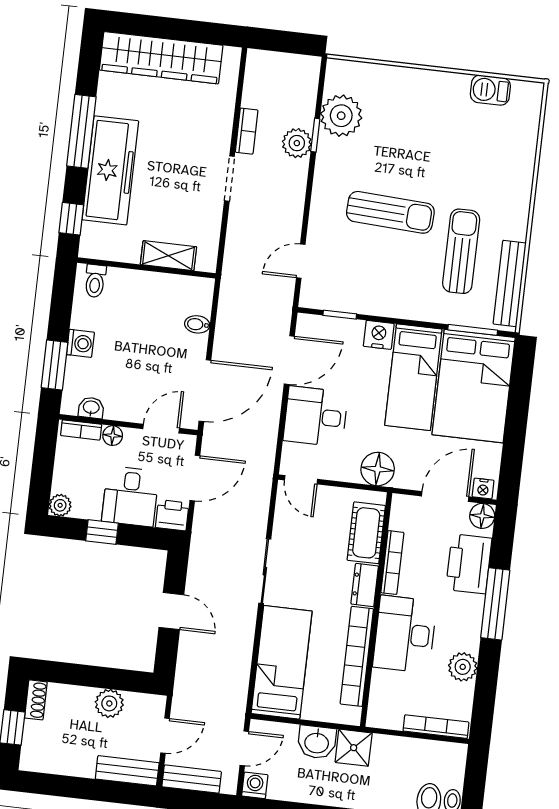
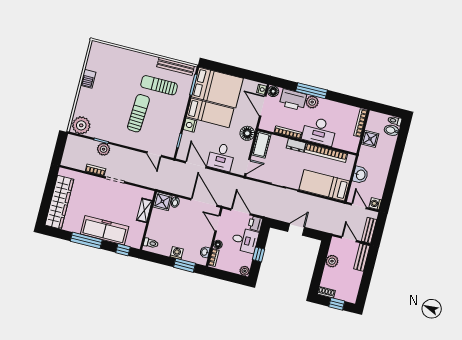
barbecue: (490, 90) -> (88, 79), moved
plant: (341, 116) -> (81, 125), moved
shower: (195, 295) -> (162, 201), added
cot: (366, 533) -> (261, 145), moved, turned 90
plant: (463, 667) -> (312, 102), moved
shower: (354, 748) -> (370, 139), moved

